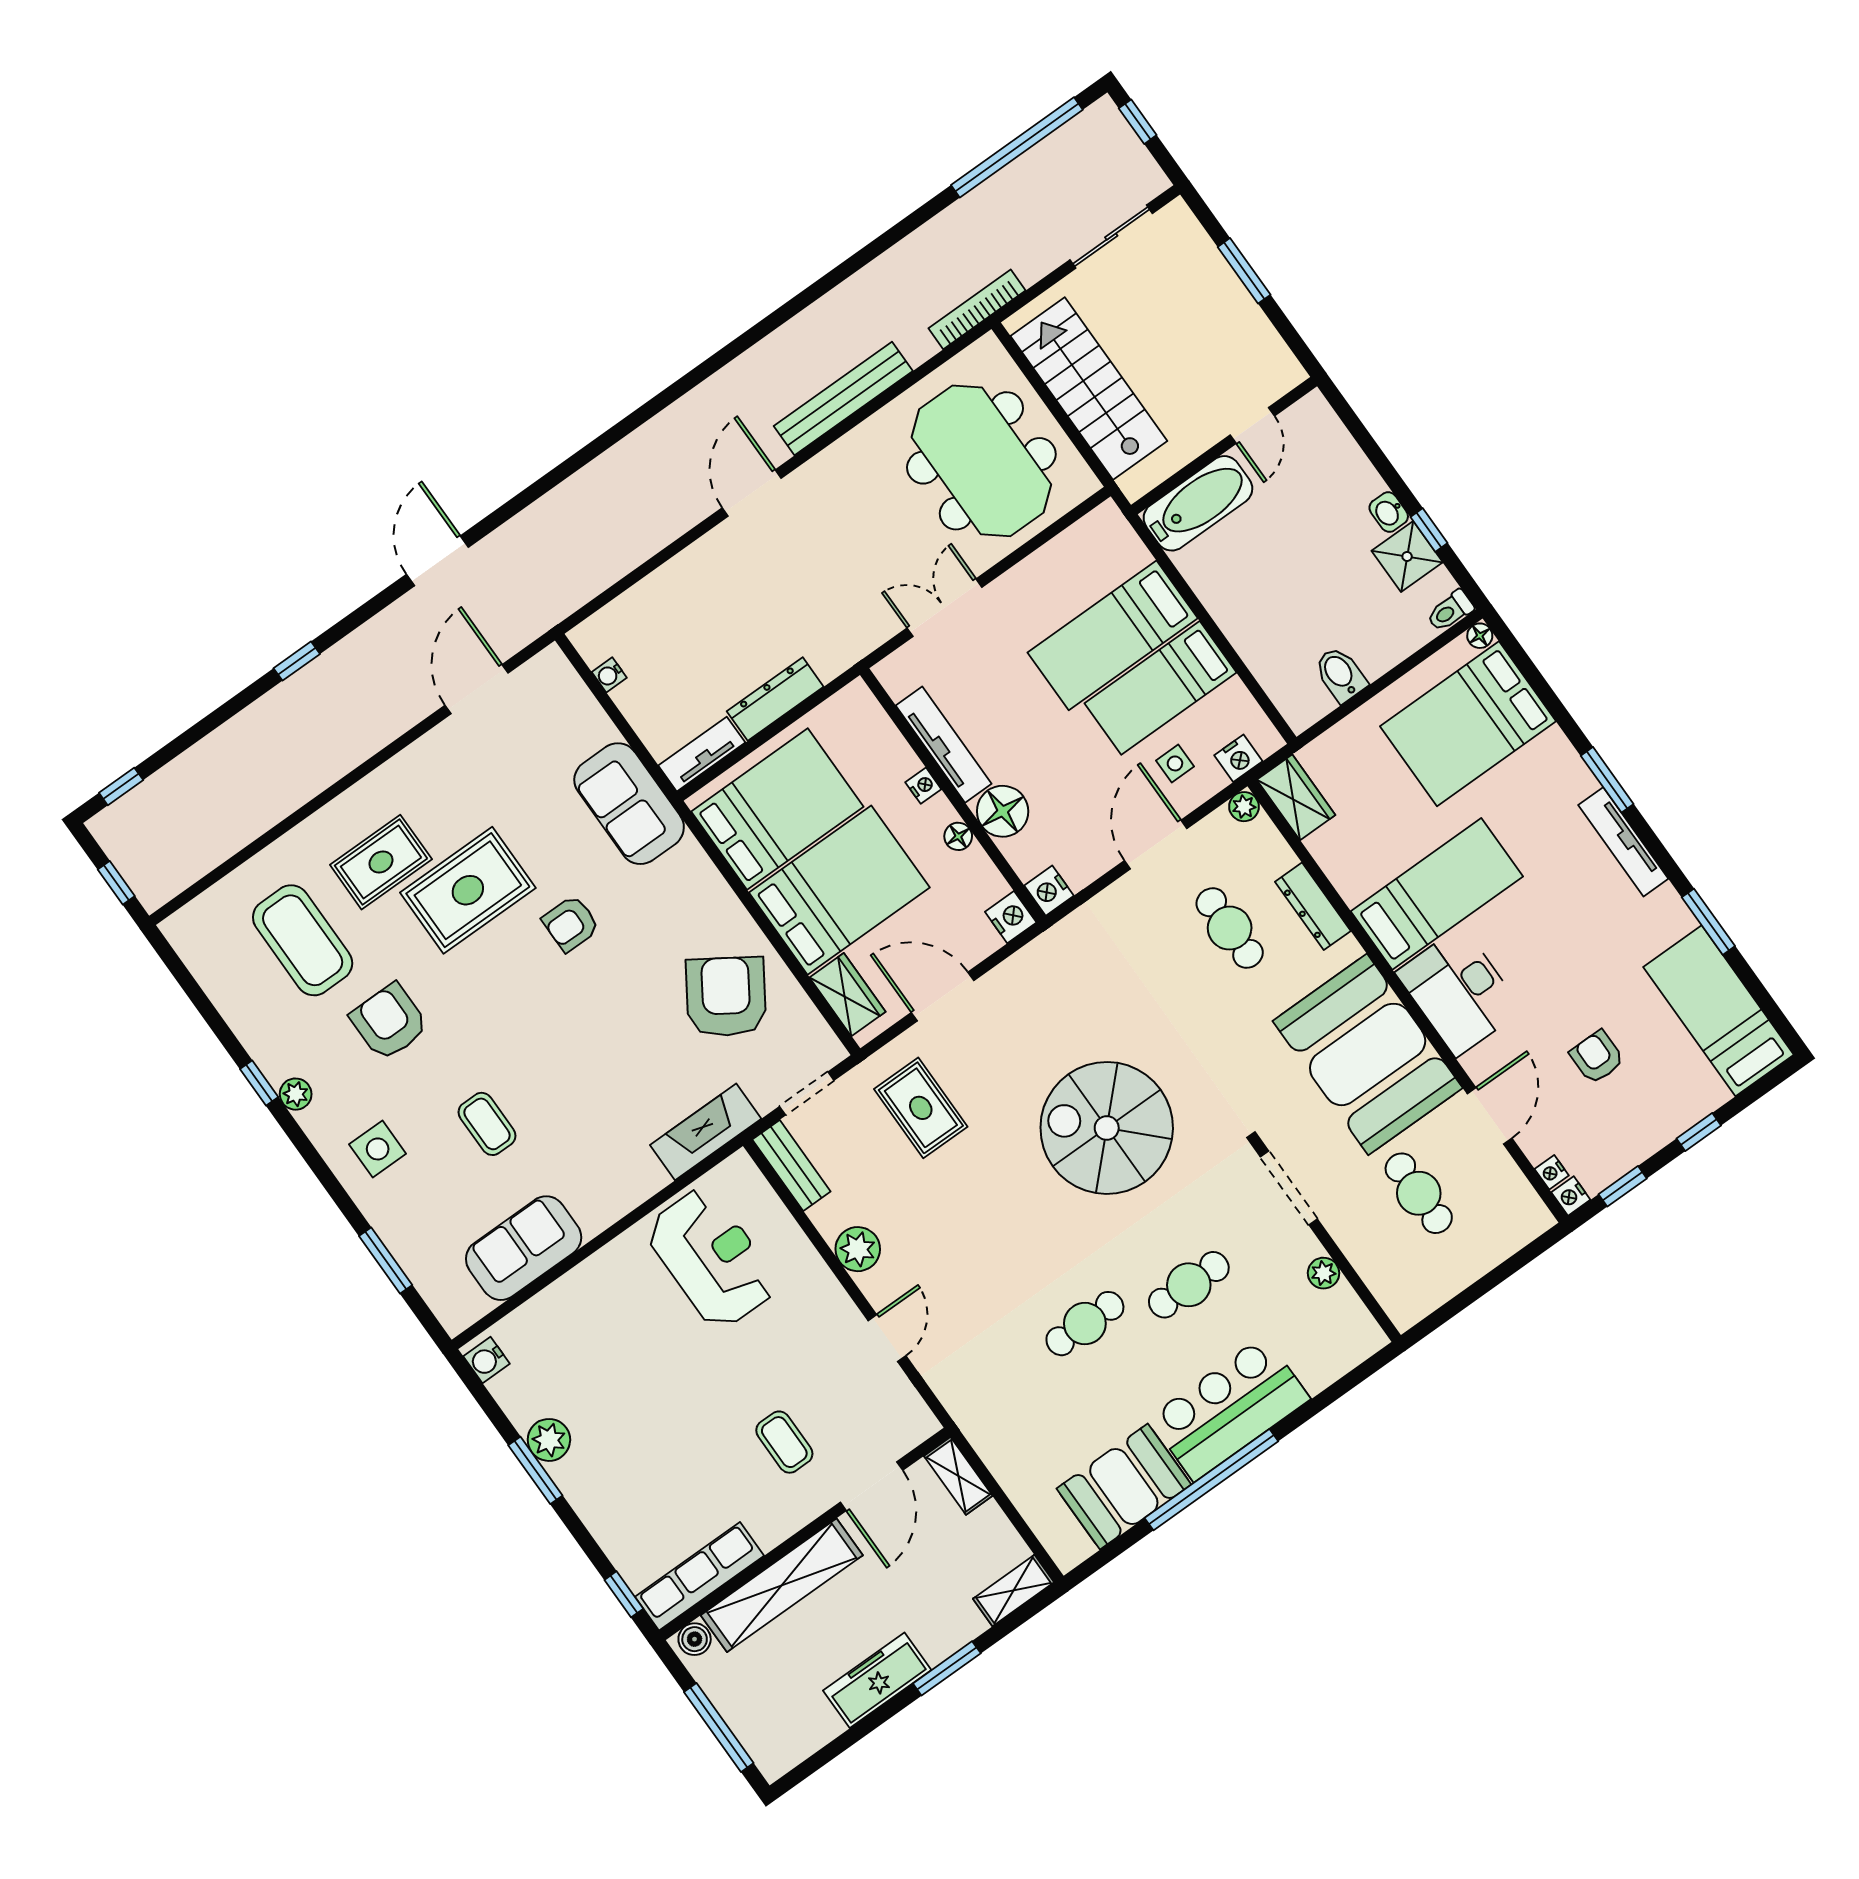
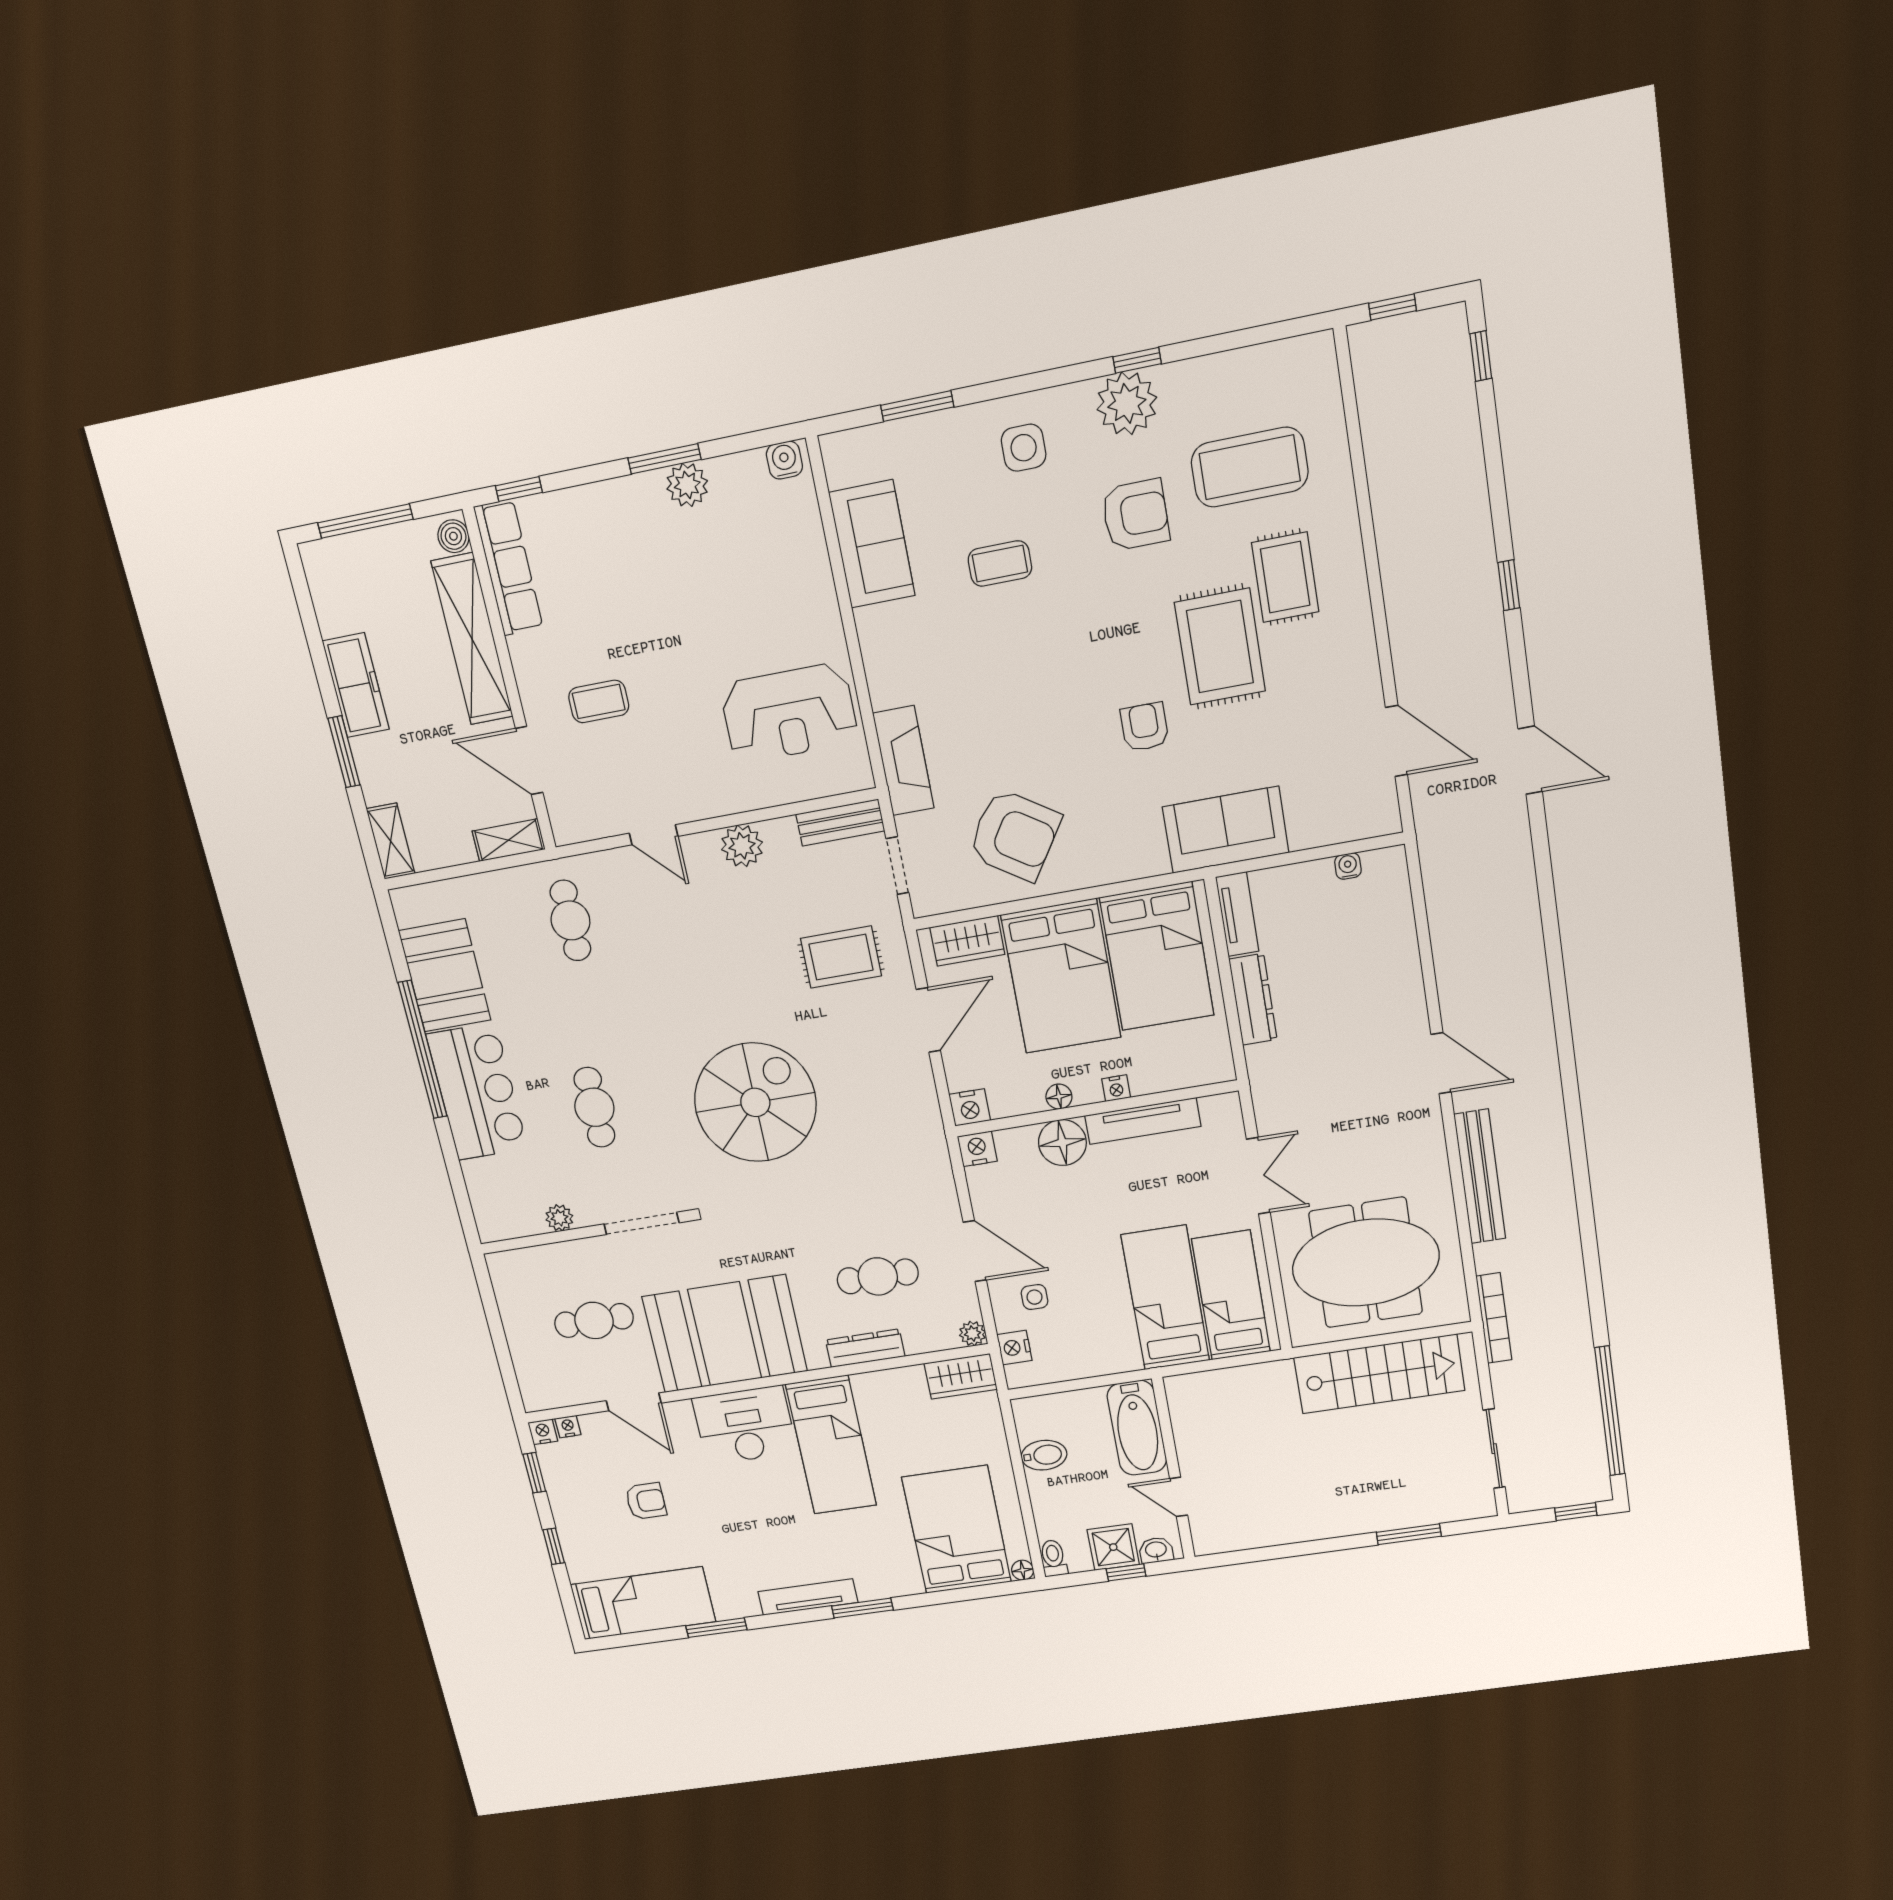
door: (1252, 425) -> (1179, 1497), moved
wall: (1224, 446) -> (1173, 1469), moved
bathtub: (1198, 503) -> (1137, 1428), moved
bed: (1160, 688) -> (1231, 1295), moved
plant: (296, 1094) -> (1127, 403), width x1.88, depth x1.88
cafe table: (1085, 1324) -> (570, 920), moved

